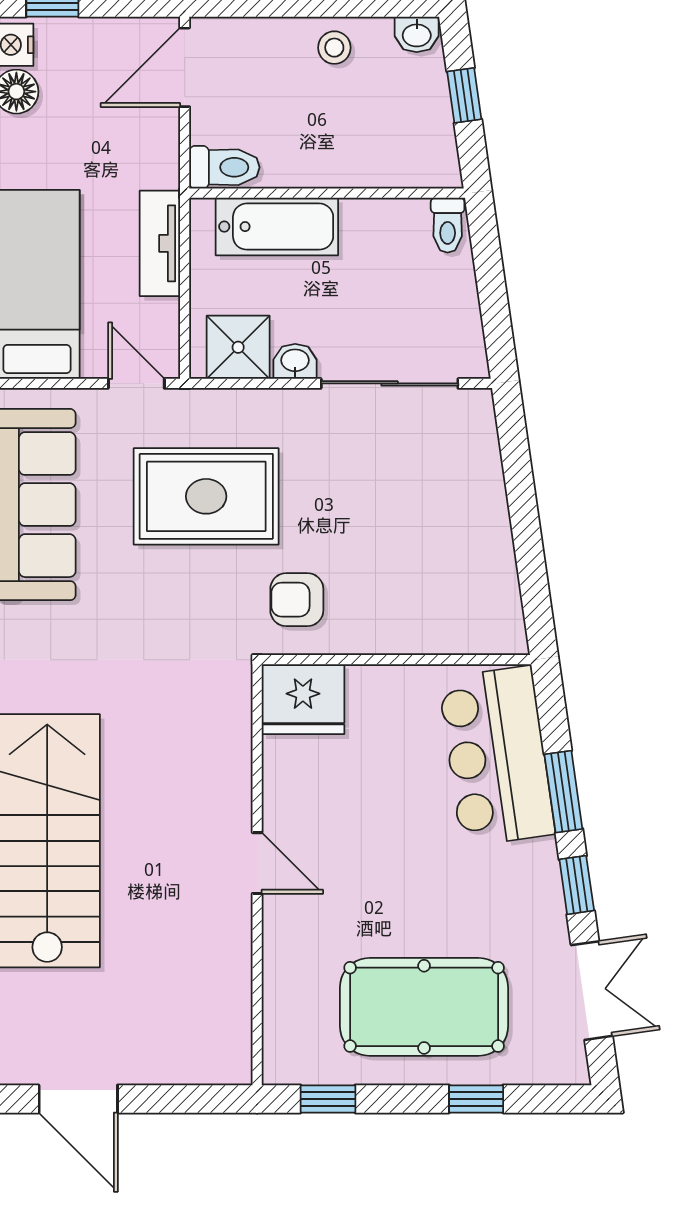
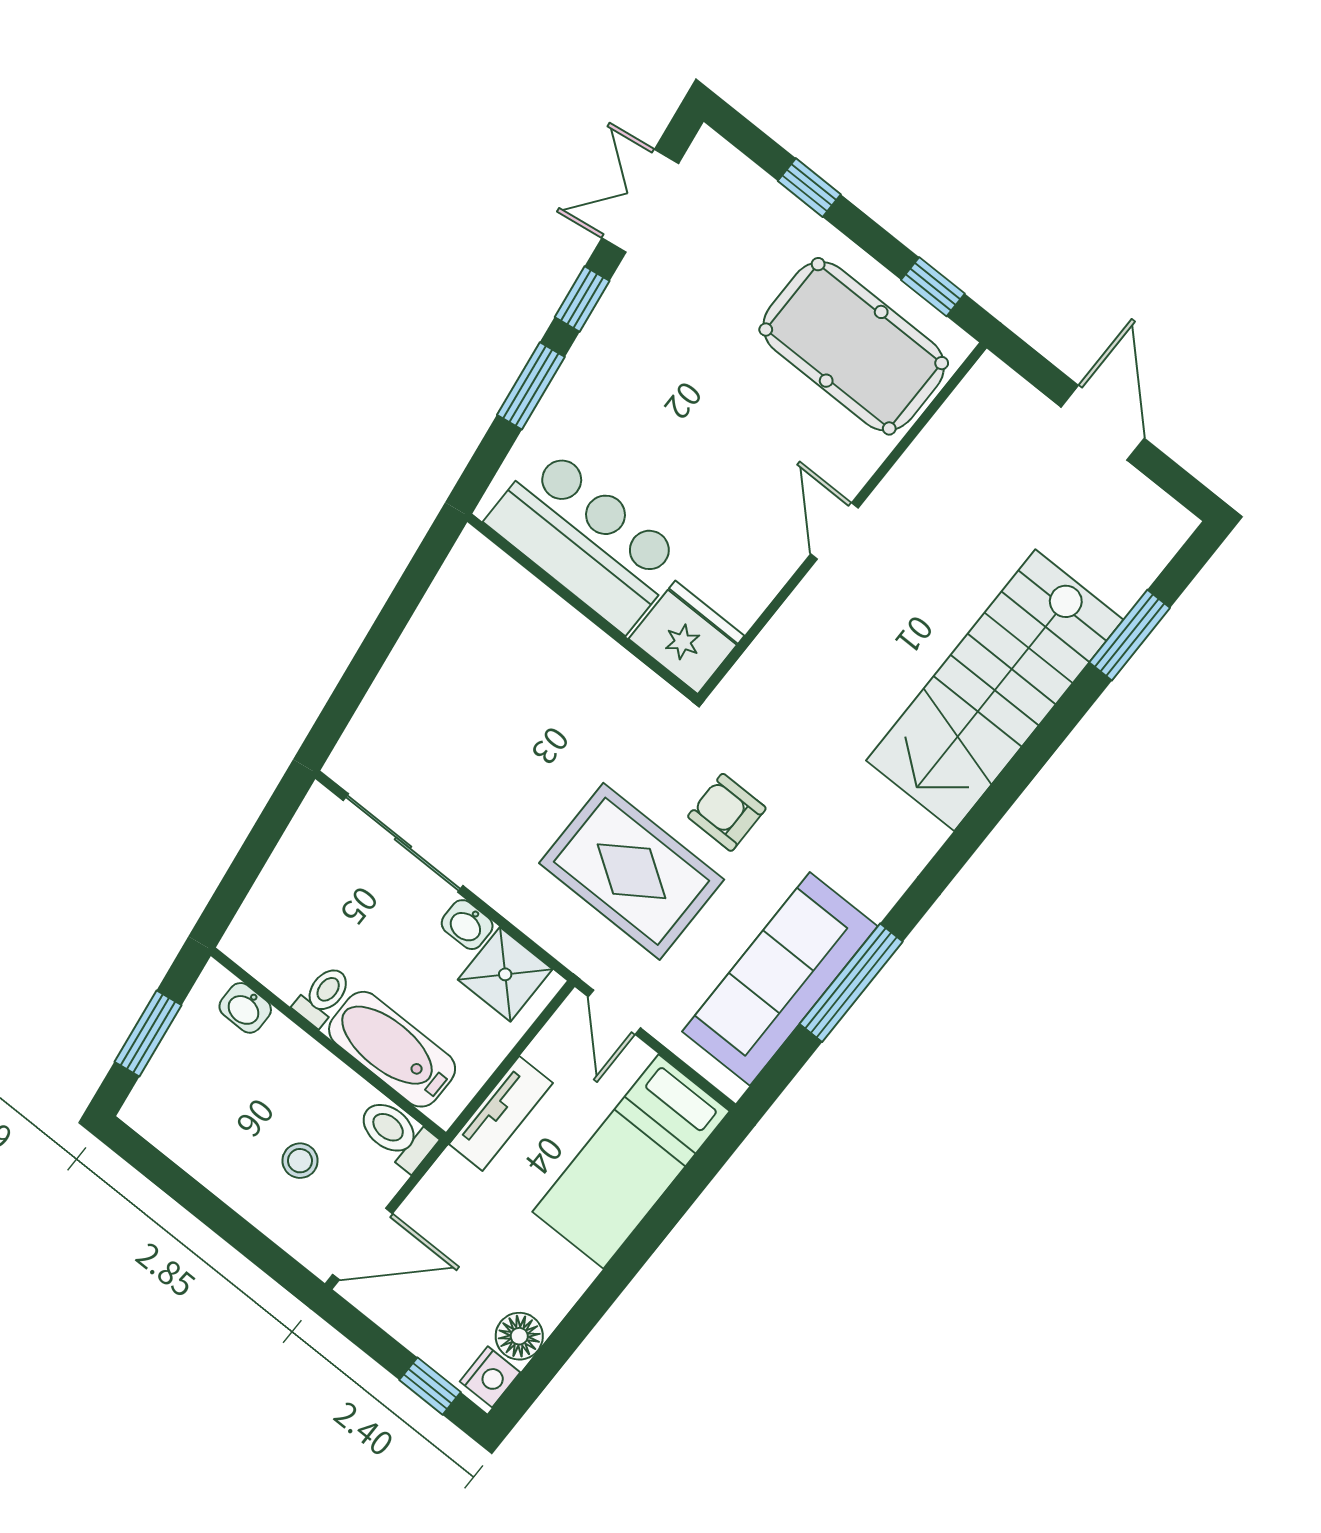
washbasin: (417, 34) -> (245, 1008), moved, turned 180
stool: (334, 48) -> (300, 1161), moved
window: (464, 95) -> (148, 1033), width x1.50
toilet: (448, 225) -> (323, 996), moved
armchair: (297, 600) -> (727, 812), moved, turned 180
bar counter: (497, 756) -> (586, 539), moved, turned -82
pool table: (424, 1007) -> (854, 346), moved
door: (78, 1099) -> (1103, 423), moved

